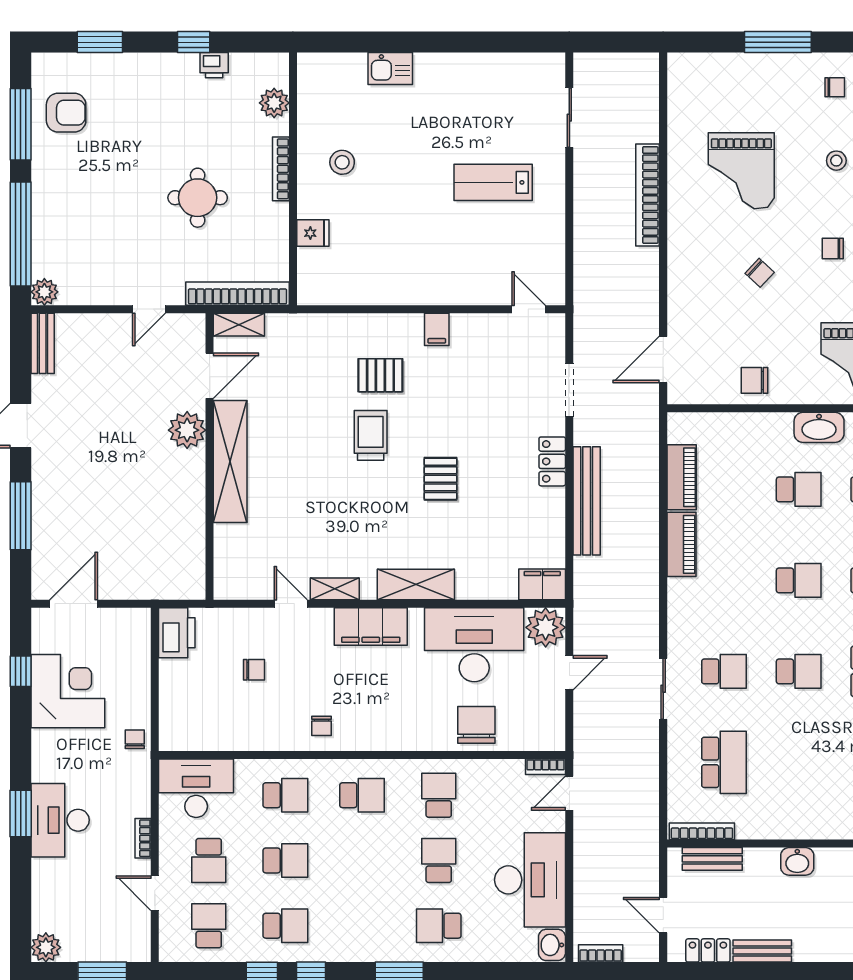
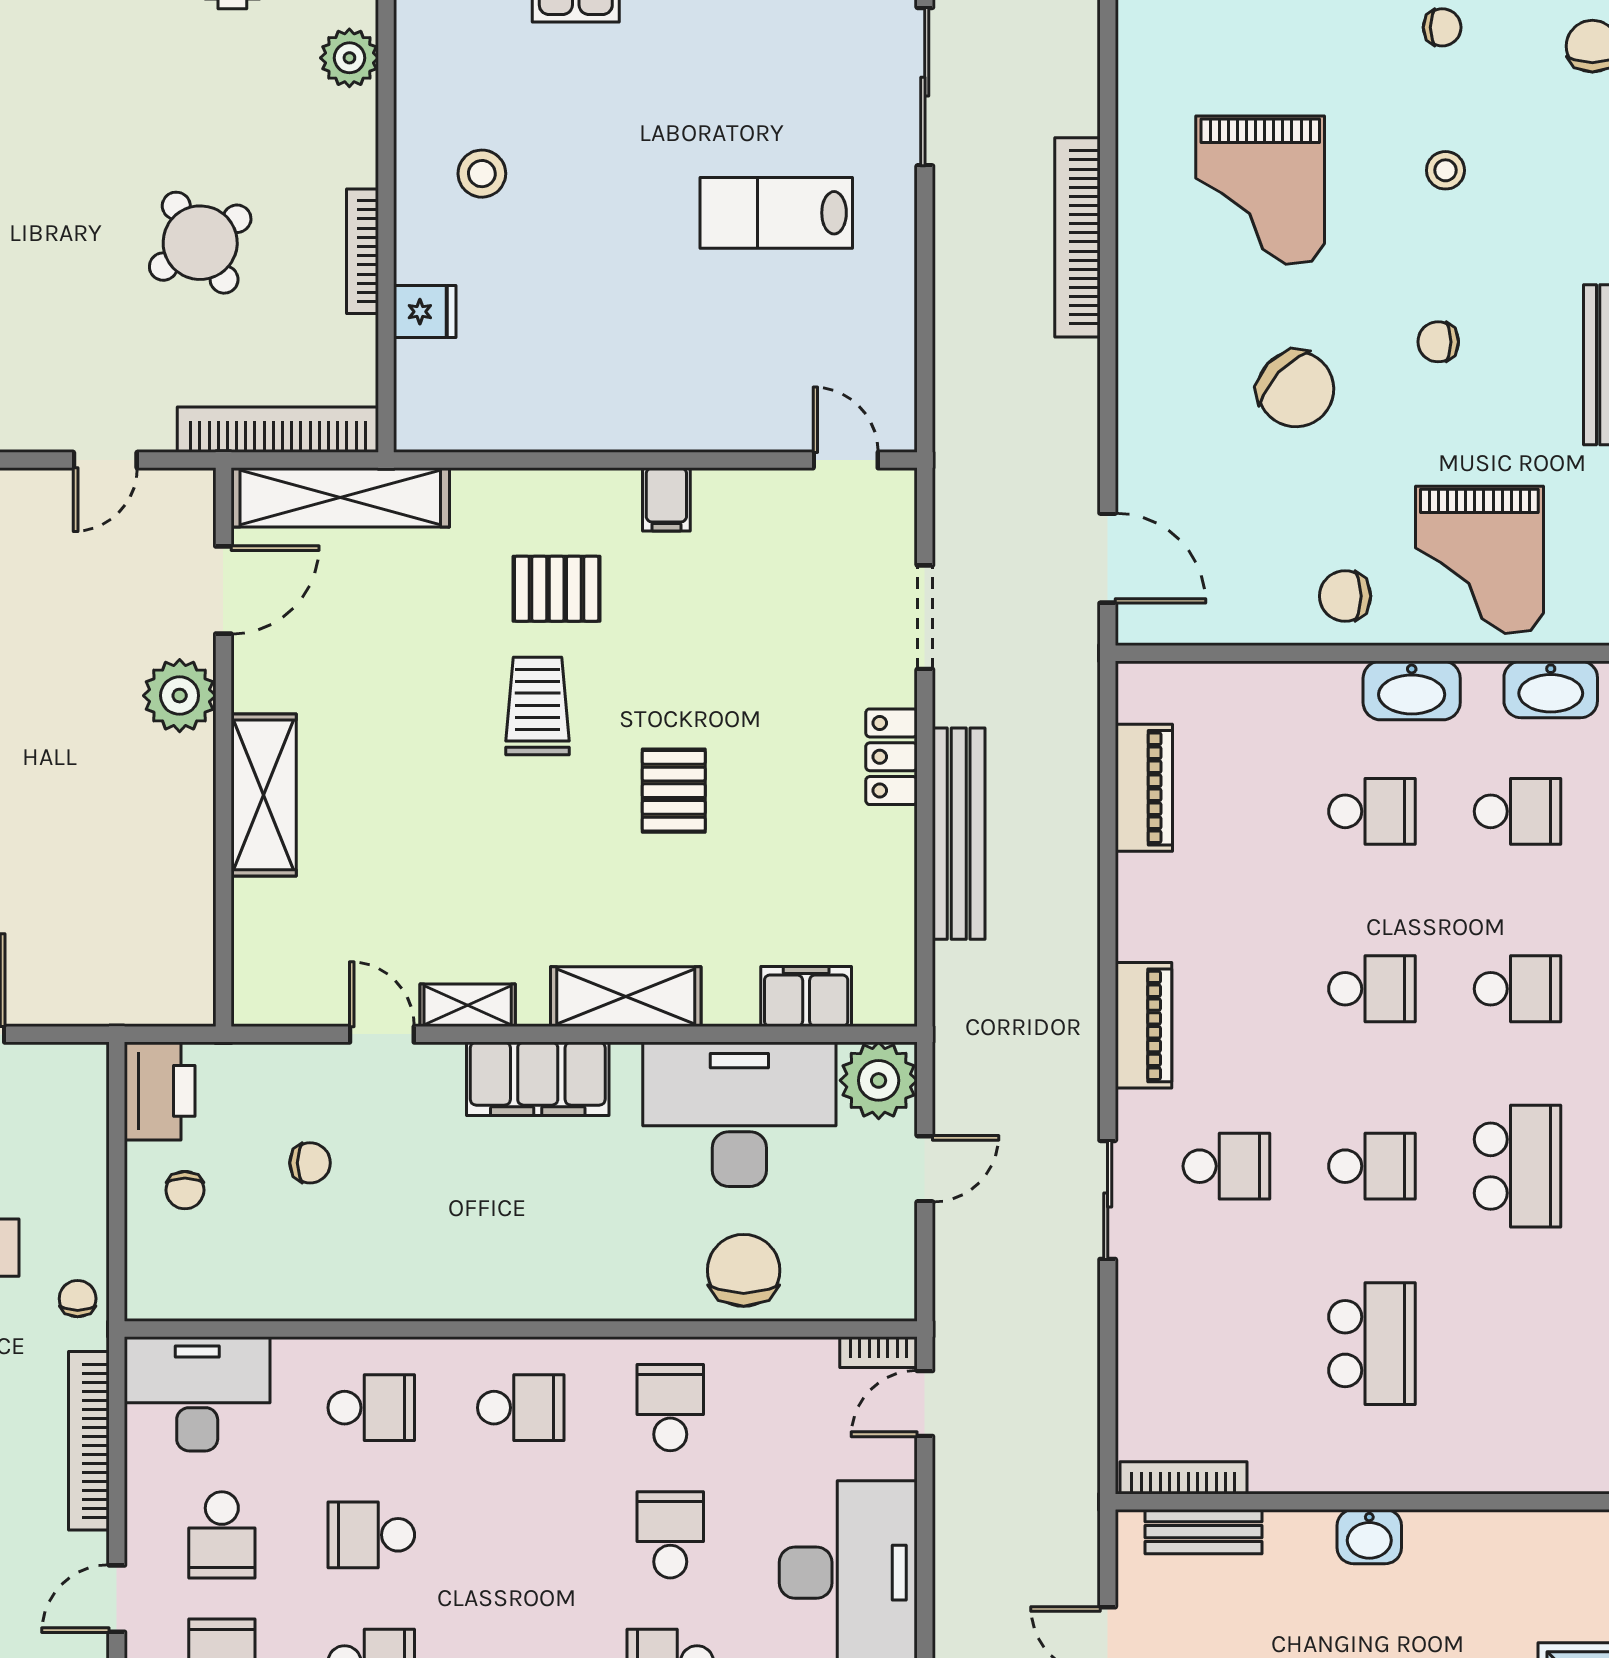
sliding door: (569, 118) -> (925, 87), width x1.37
bookcase: (281, 169) -> (363, 251), moved
round table: (198, 198) -> (200, 243), turned -33
chair: (760, 273) -> (1296, 389), width x1.87, depth x1.87
shelving: (239, 325) -> (340, 497), width x2.20, depth x1.33
door: (663, 360) -> (1108, 558), swing flipped
chair: (755, 380) -> (1345, 596), moved
shelving: (230, 462) -> (264, 795), width x0.68
piano: (681, 544) -> (1143, 1025), moved
filing cabinet: (542, 584) -> (806, 997), moved
chair: (322, 726) -> (185, 1190), moved
school desk: (724, 762) -> (1372, 1344), moved
bookcase: (143, 838) -> (89, 1441), width x2.31, depth x1.31
school desk: (285, 860) -> (371, 1535), turned 180
door: (155, 893) -> (117, 1599), hinge flipped

